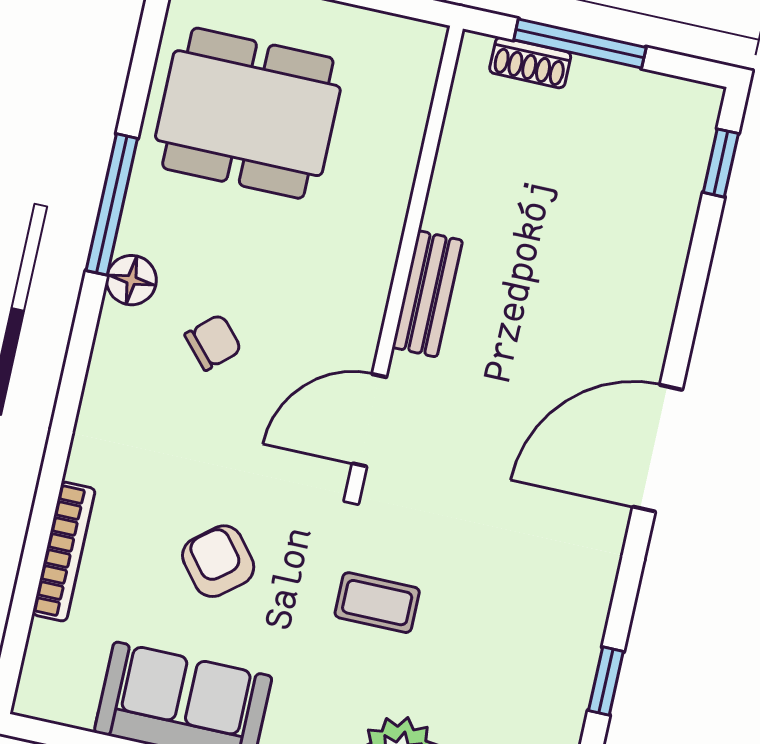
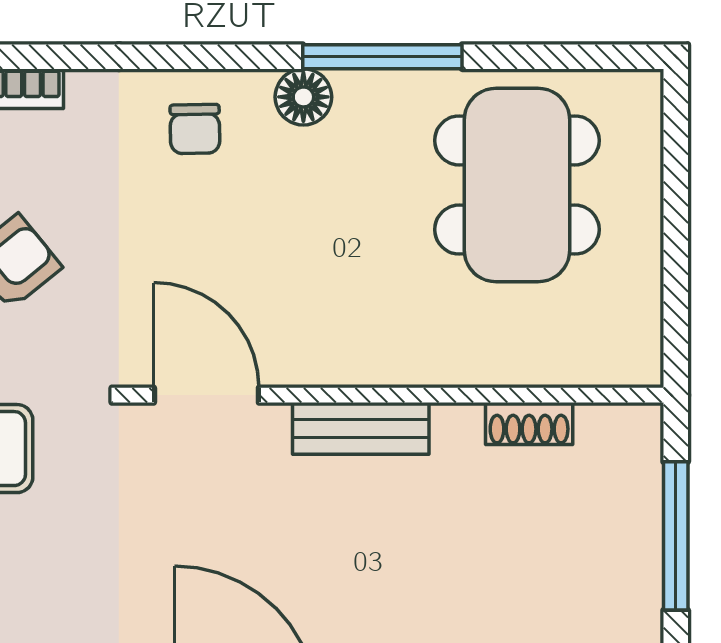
shoe rack: (530, 63) -> (529, 424), moved, turned -90
chair: (213, 342) -> (195, 129), moved, turned 41

